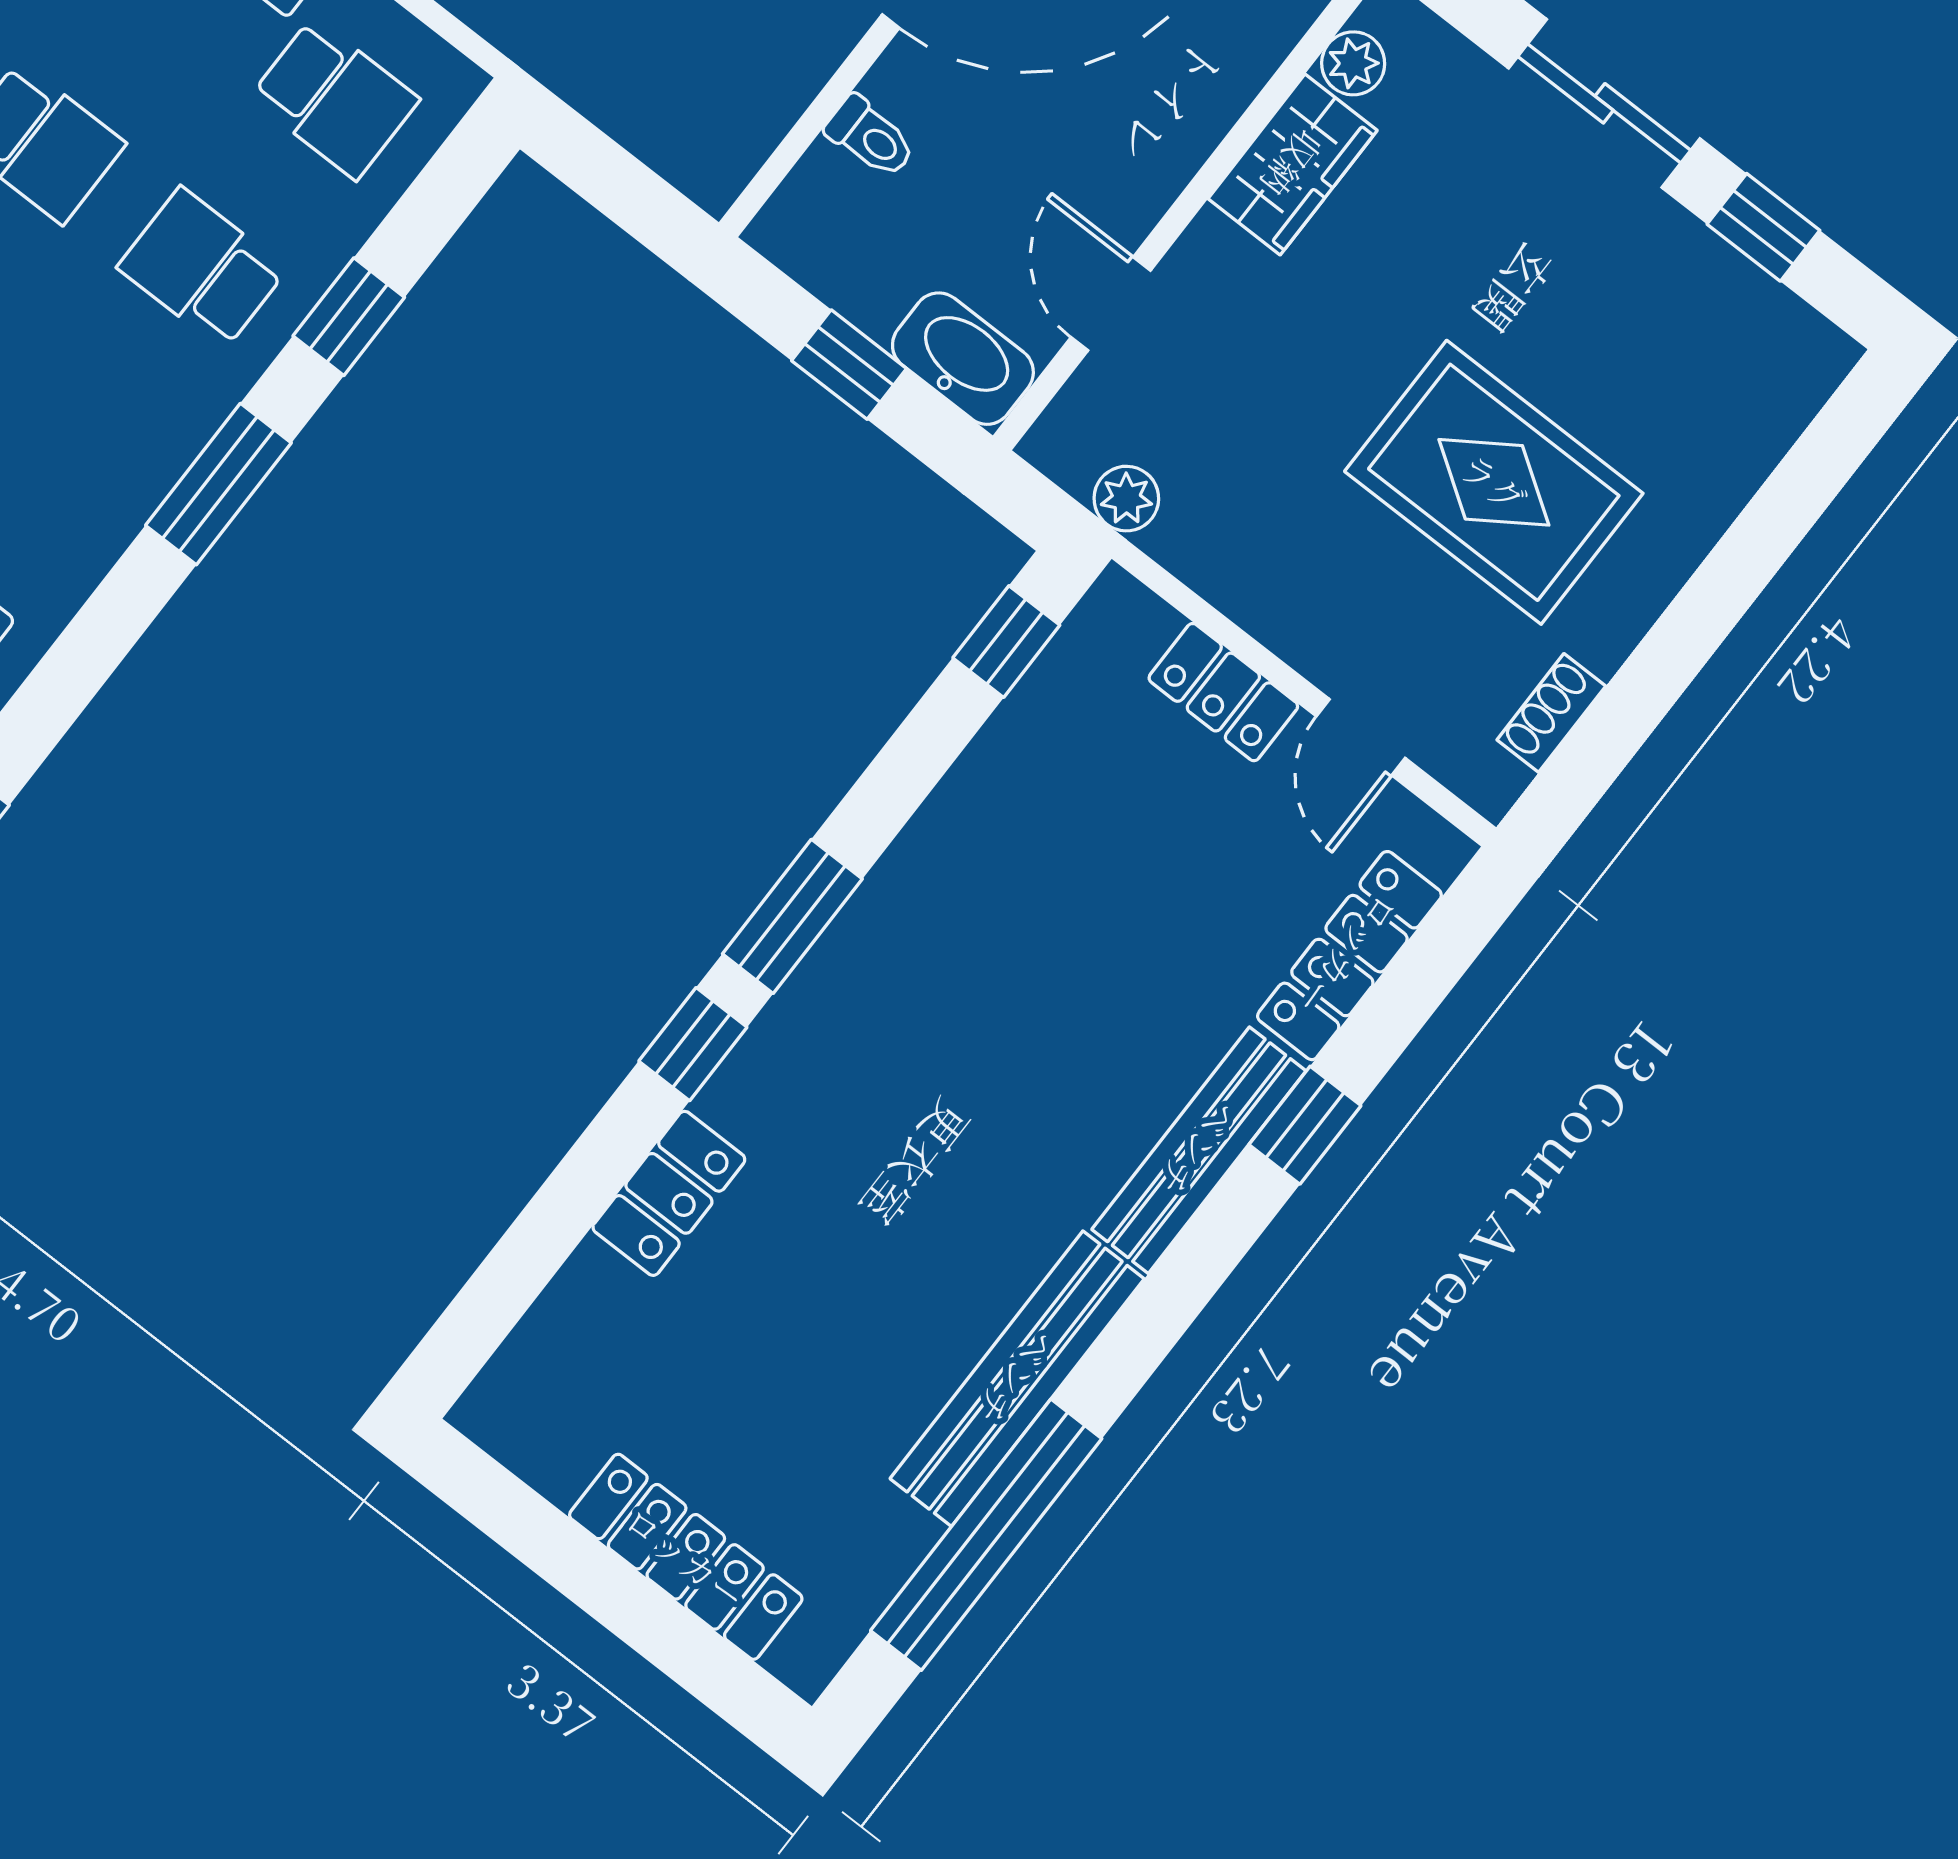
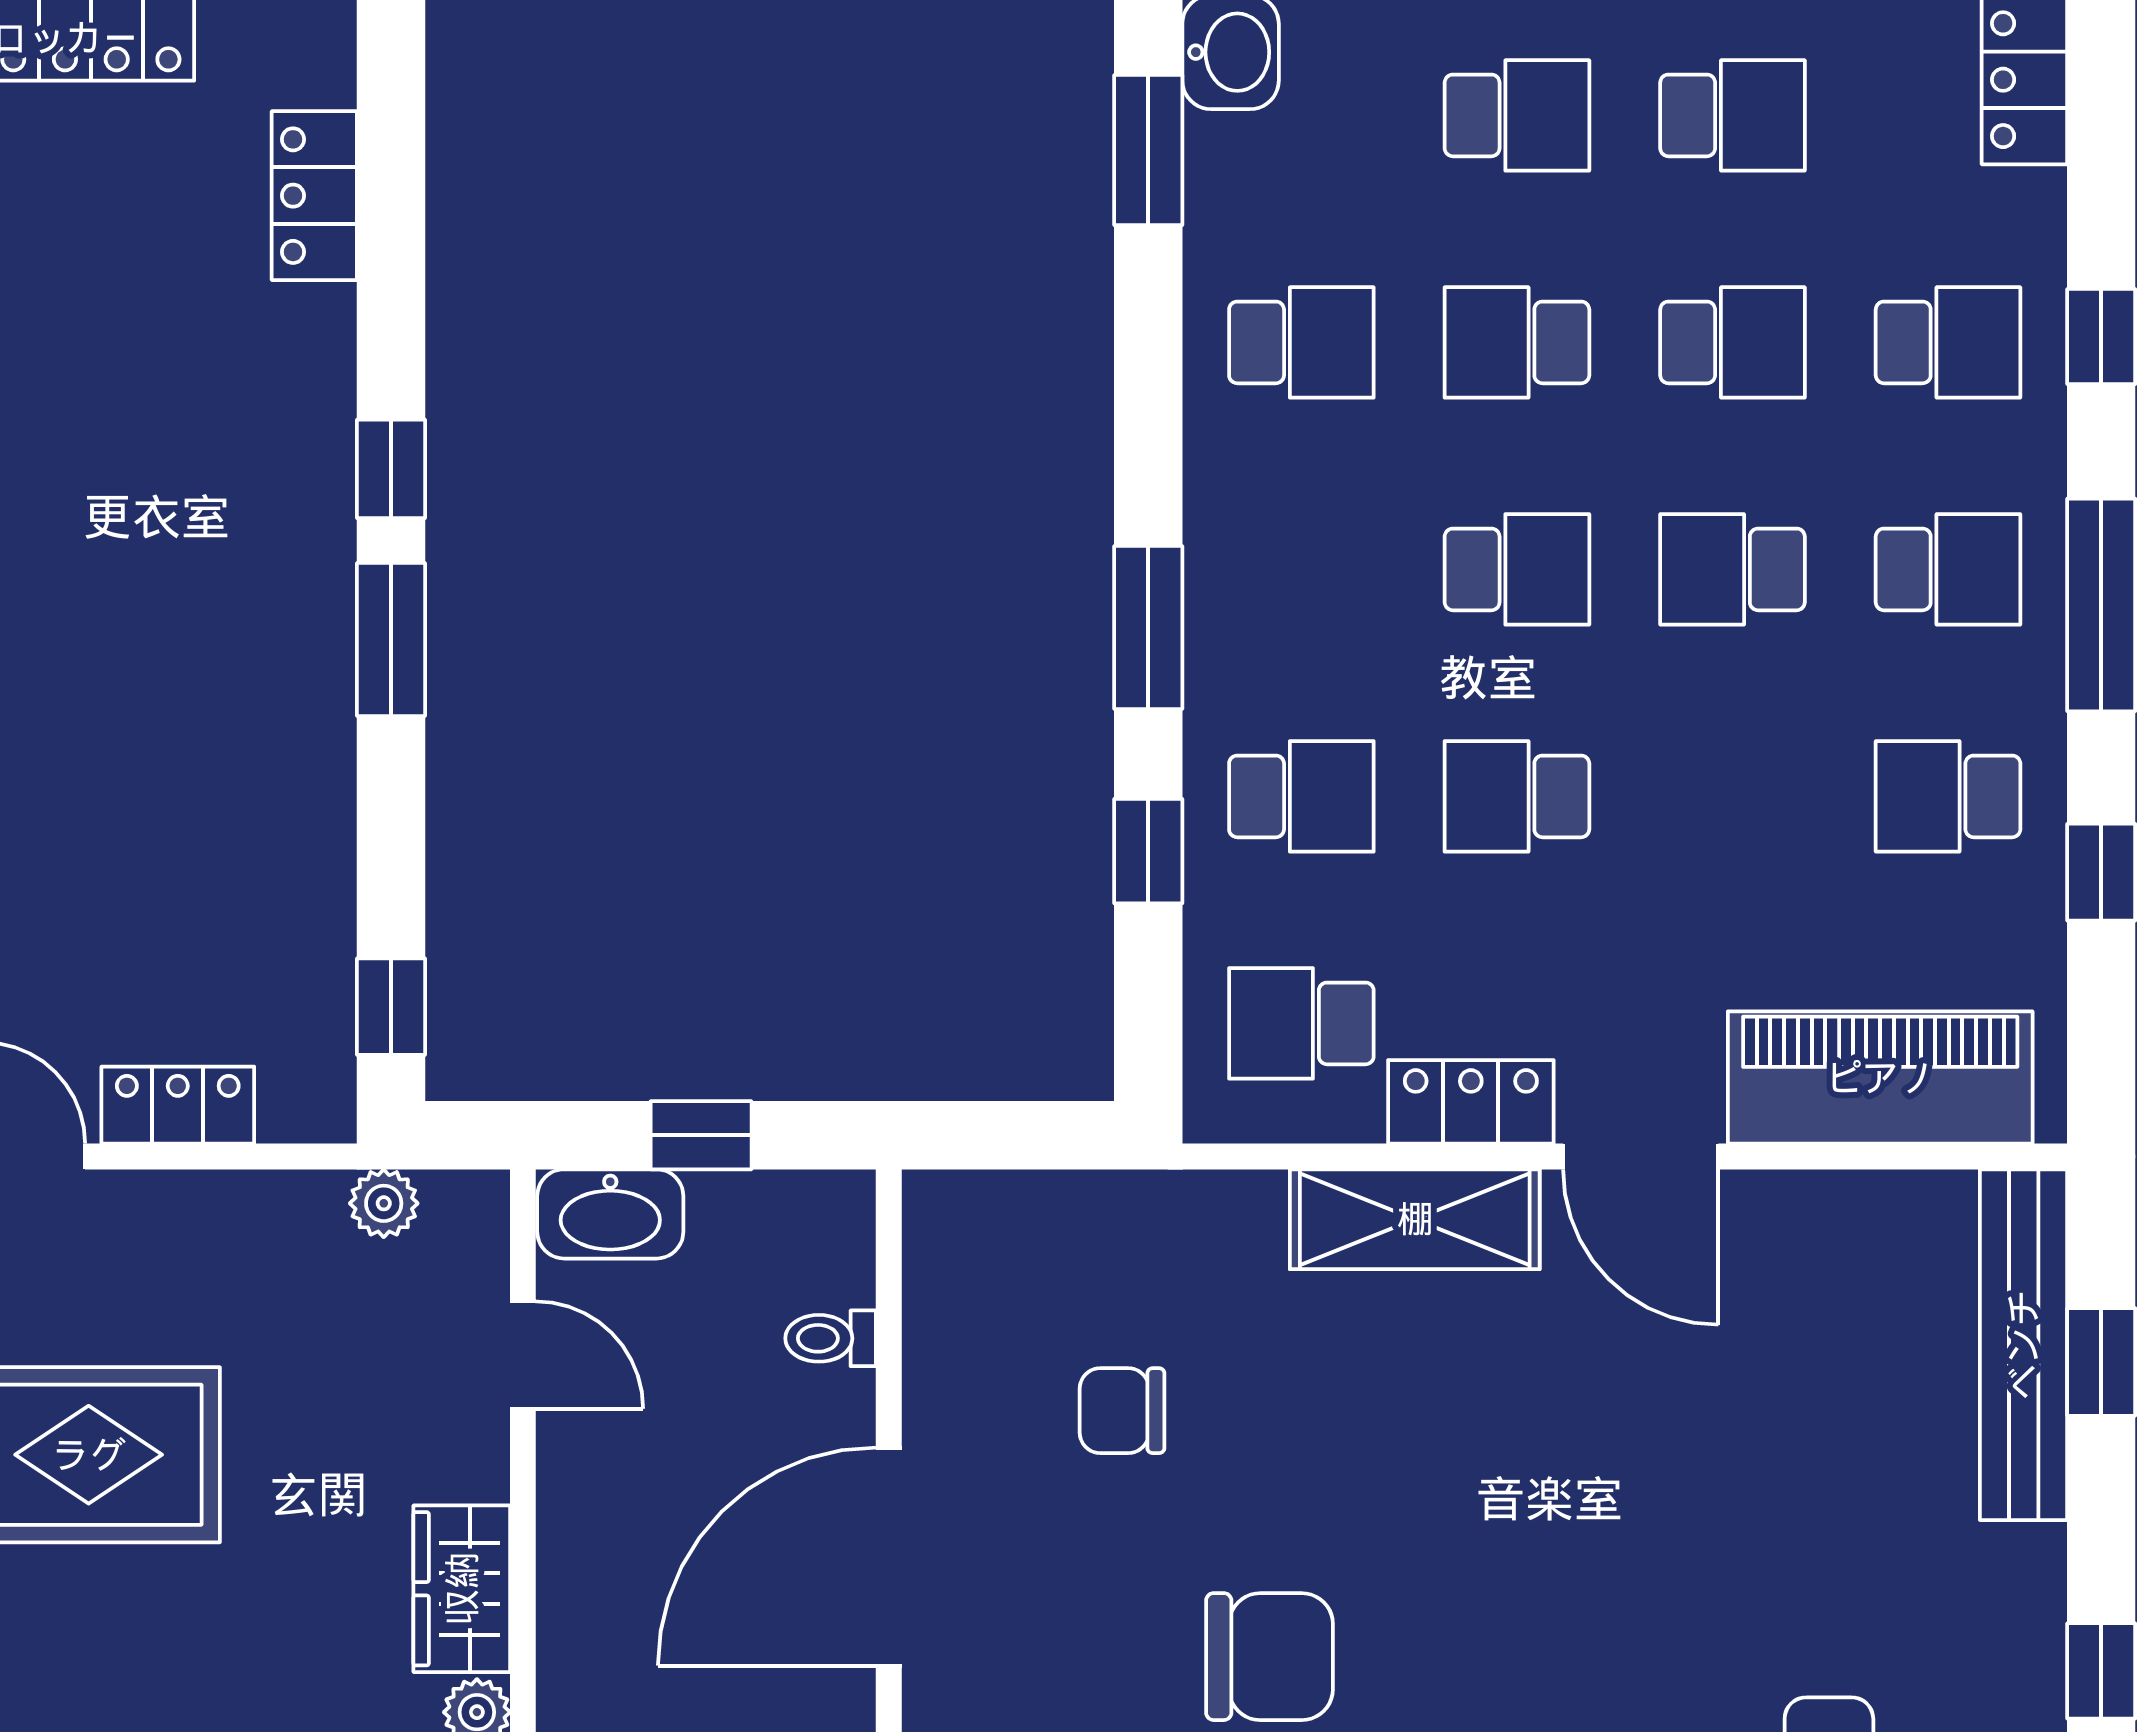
locker: (669, 1193) -> (314, 196), moved

